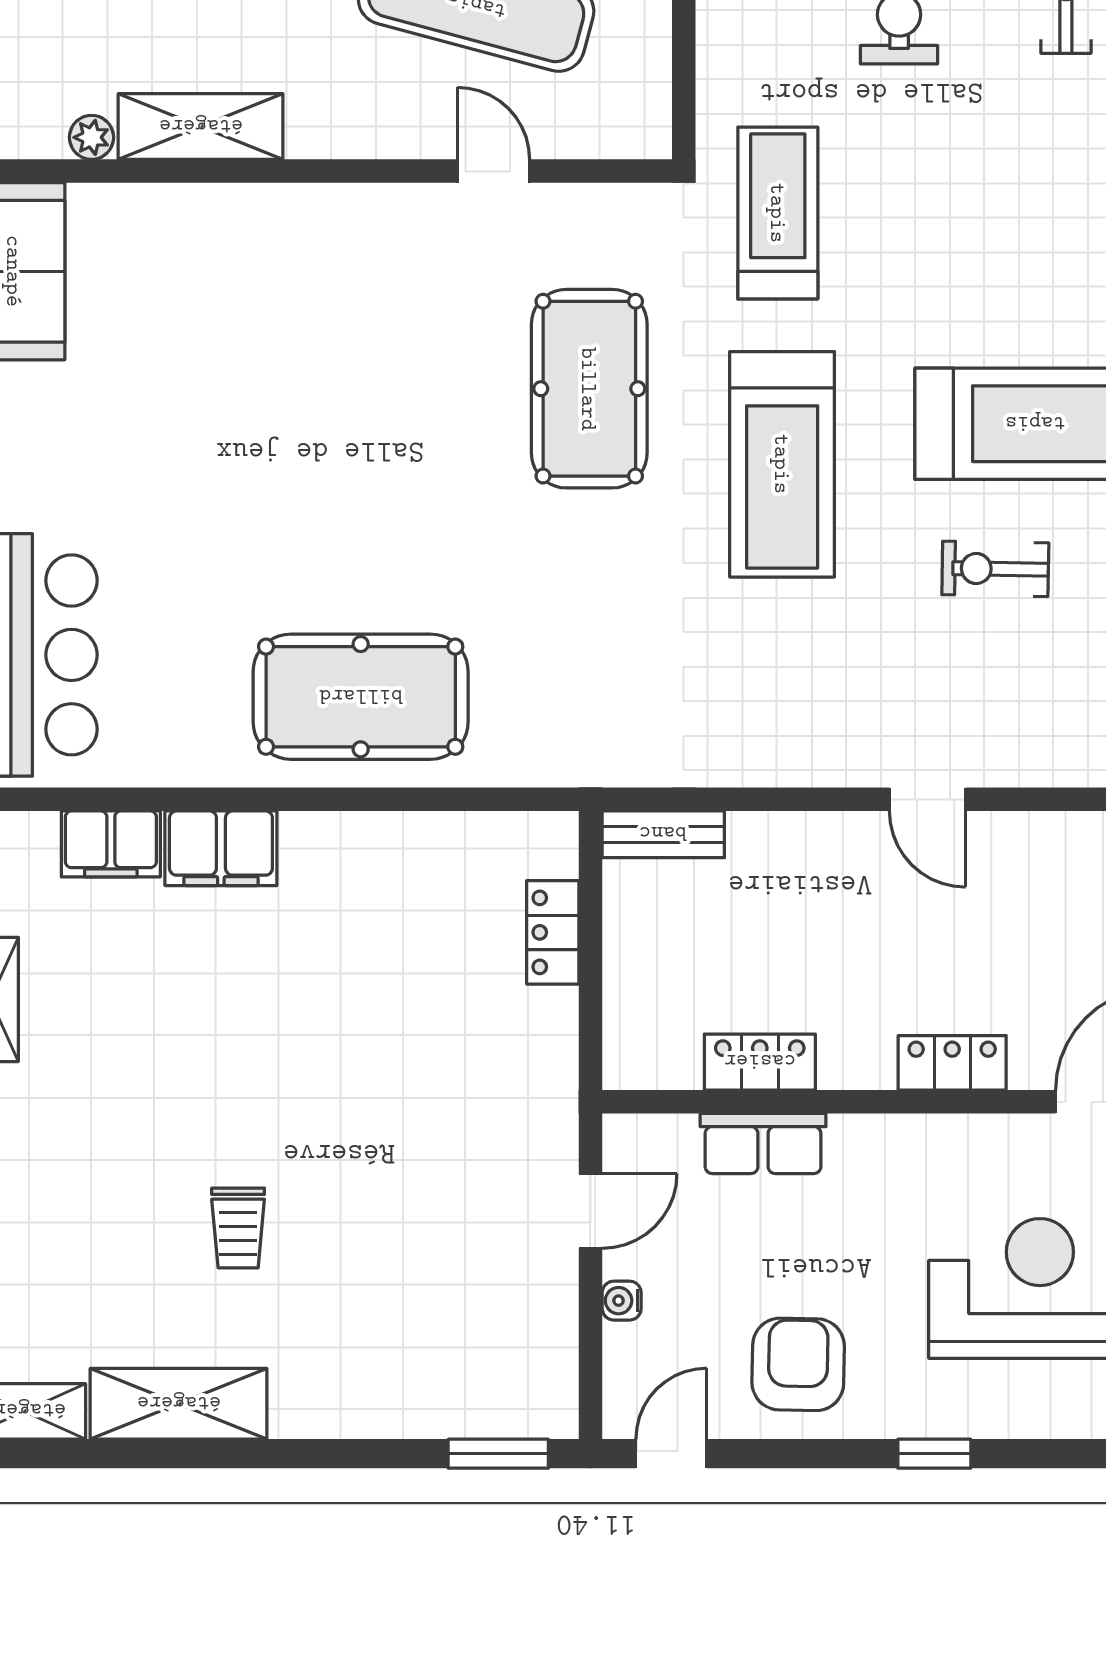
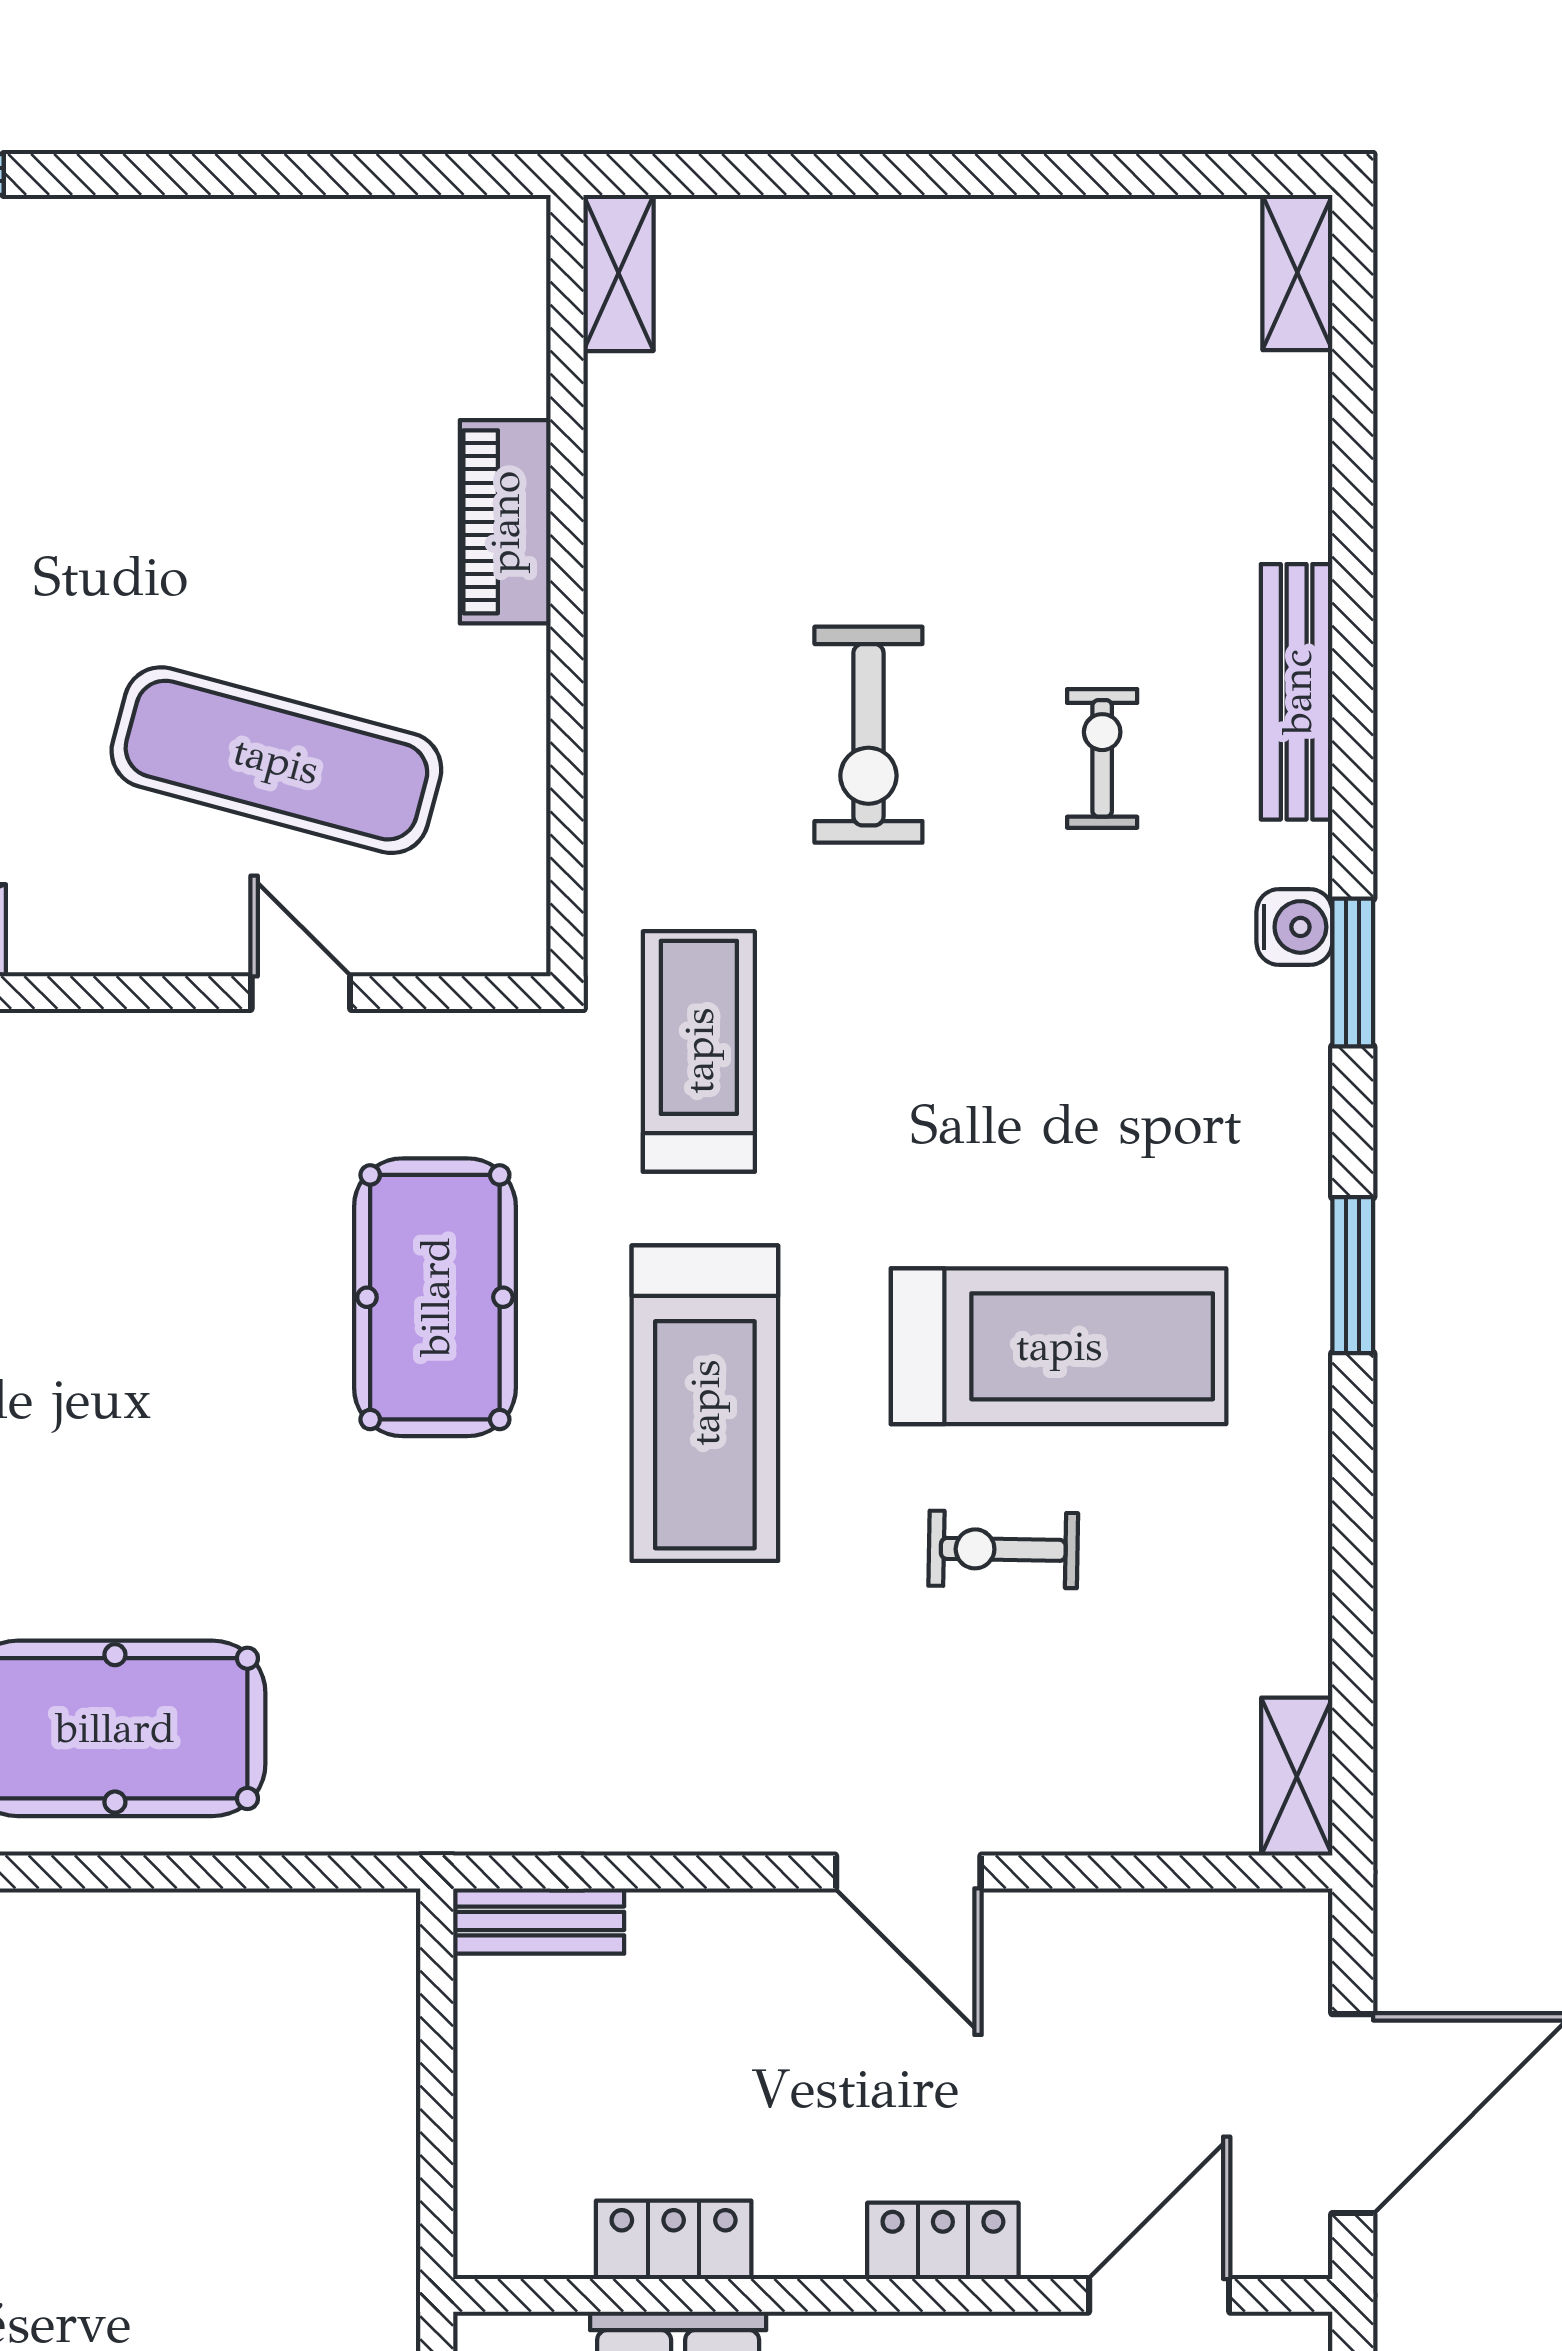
door: (927, 799) -> (908, 1872), width x1.38
locker: (553, 932) -> (384, 2058), removed

